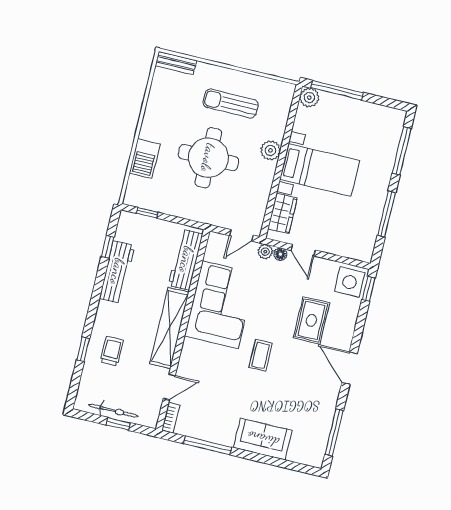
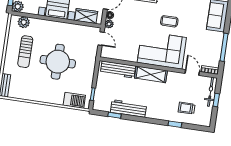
plant: (270, 150) -> (24, 22), moved
barbecue: (145, 159) -> (74, 100), moved
corner sofa: (220, 305) -> (162, 50), moved
shelving: (169, 328) -> (151, 74), width x0.68
trolley: (112, 351) -> (187, 108), moved
bicycle: (114, 411) -> (211, 92), moved

